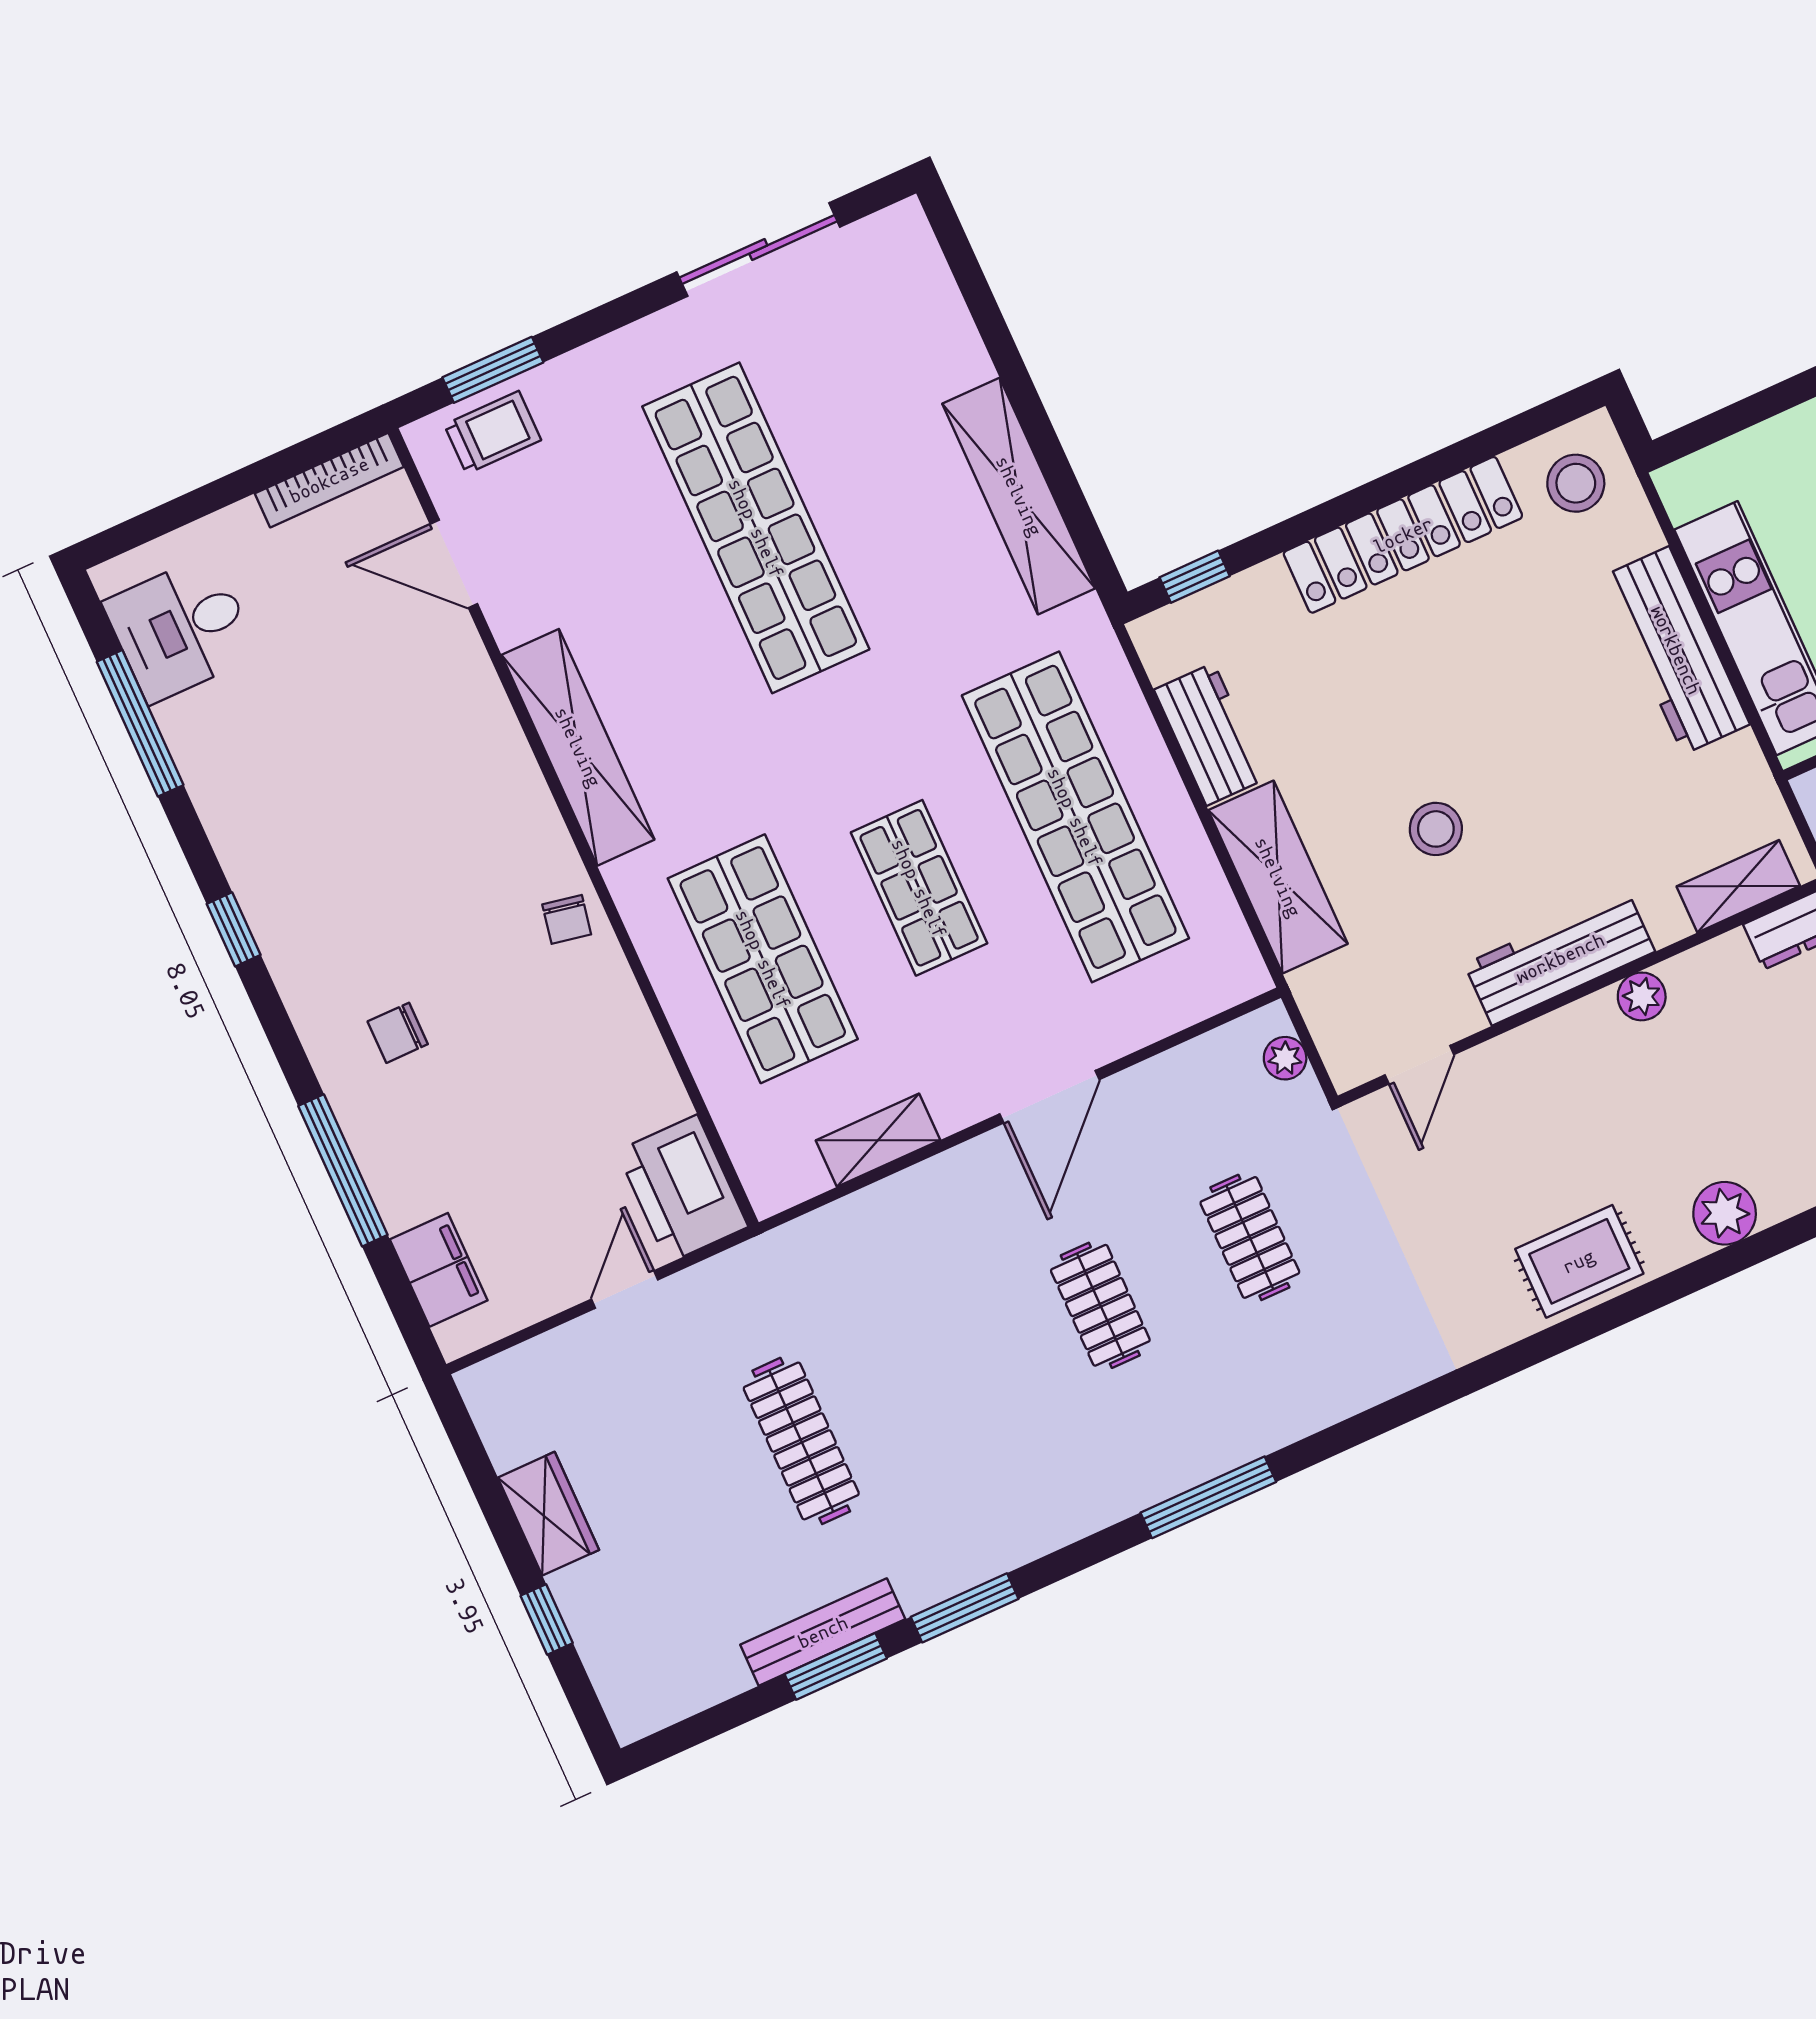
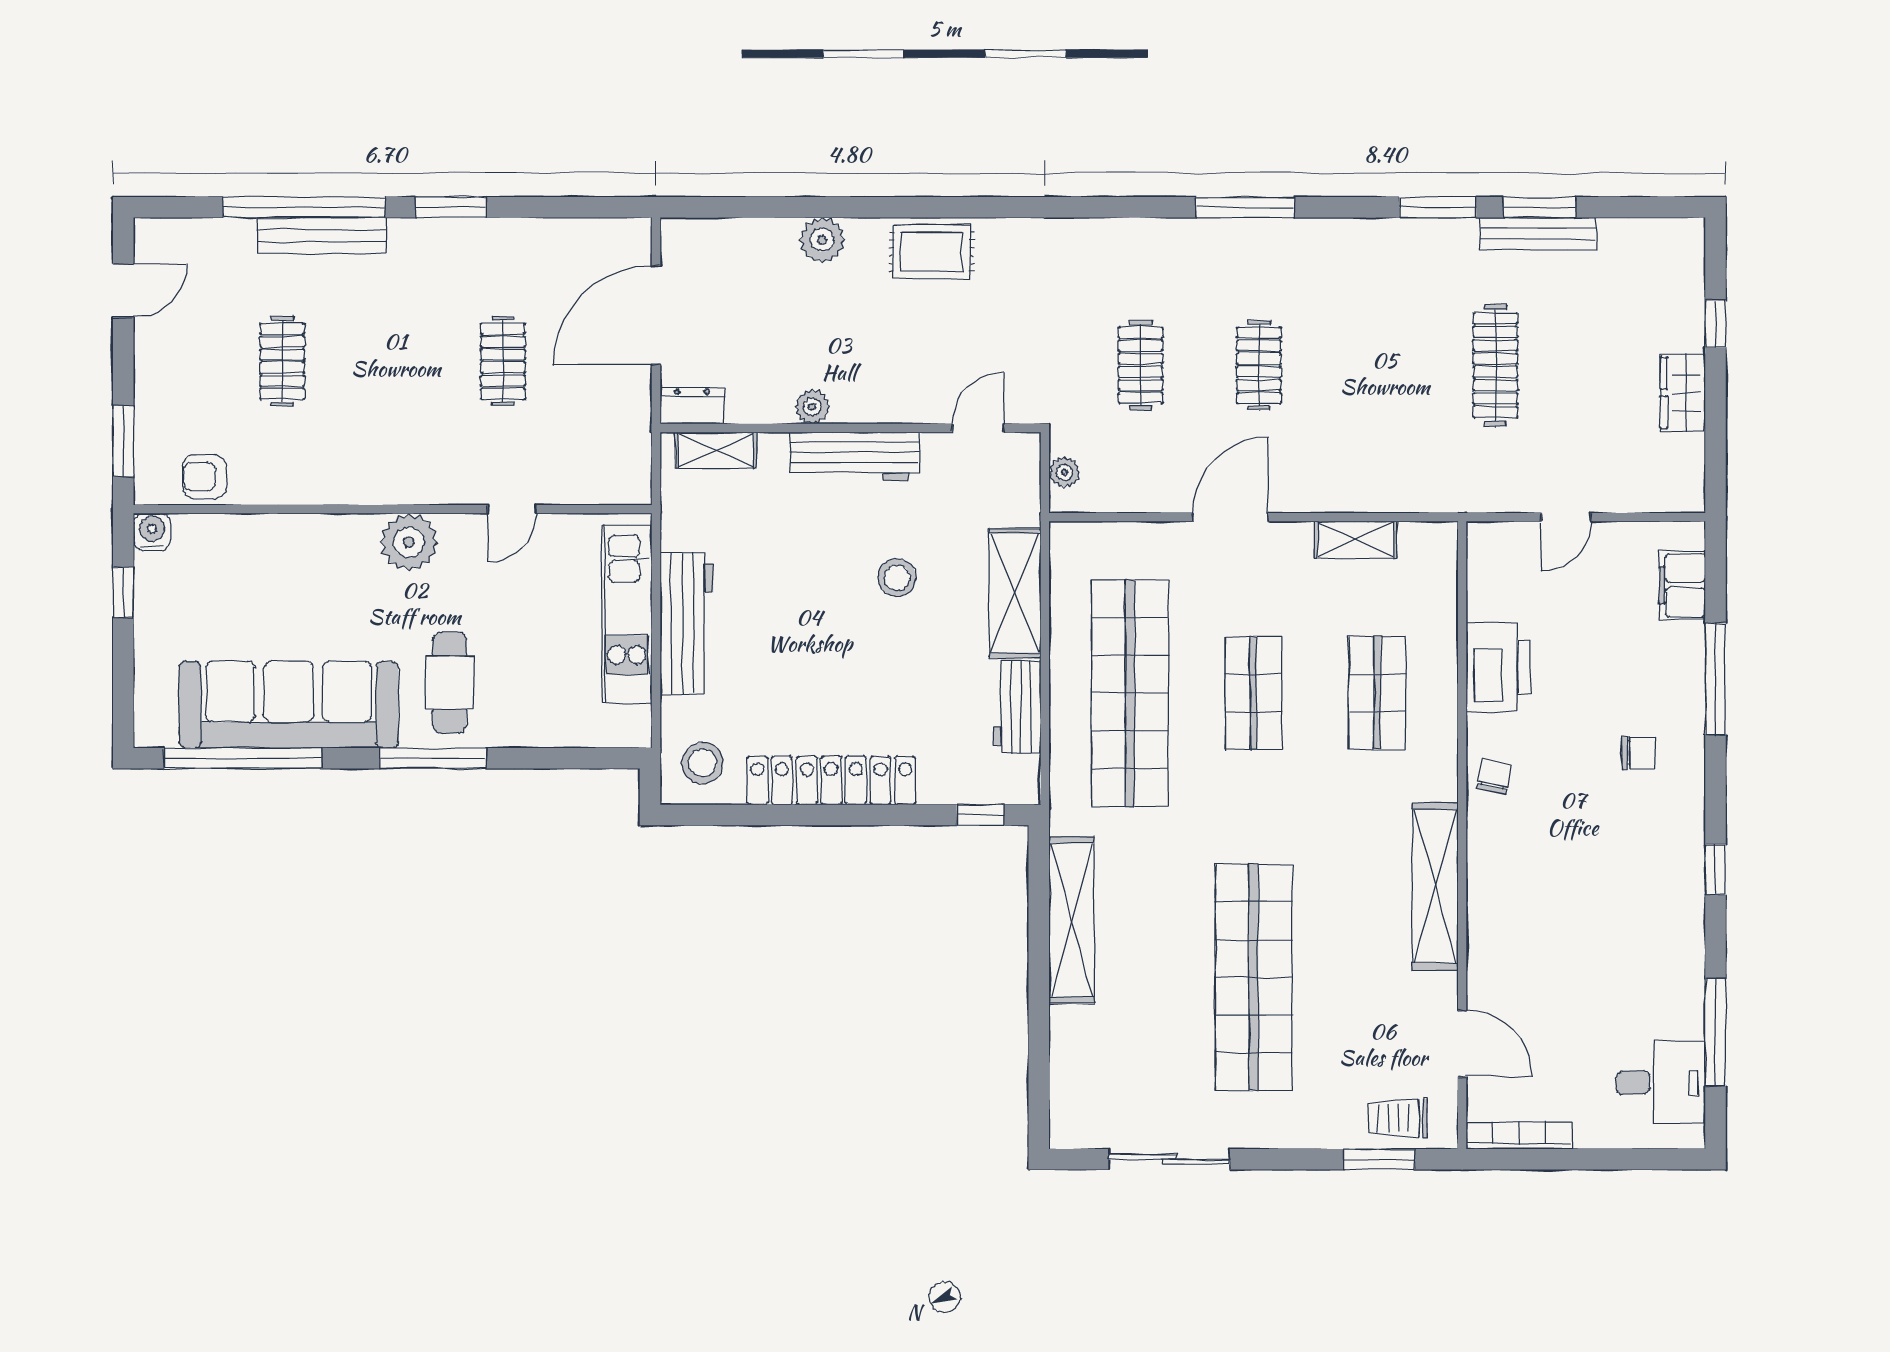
shop shelf: (763, 959) -> (1377, 693), width x0.70, depth x0.74
printer: (682, 1189) -> (1498, 667), moved

